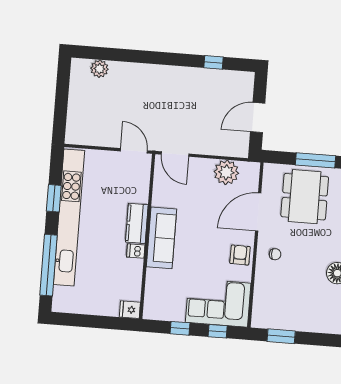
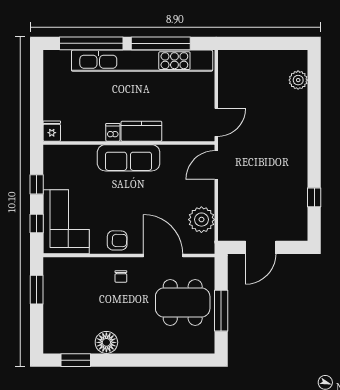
door: (258, 118) -> (261, 247), swing flipped
window: (54, 198) -> (161, 43), width x2.11

